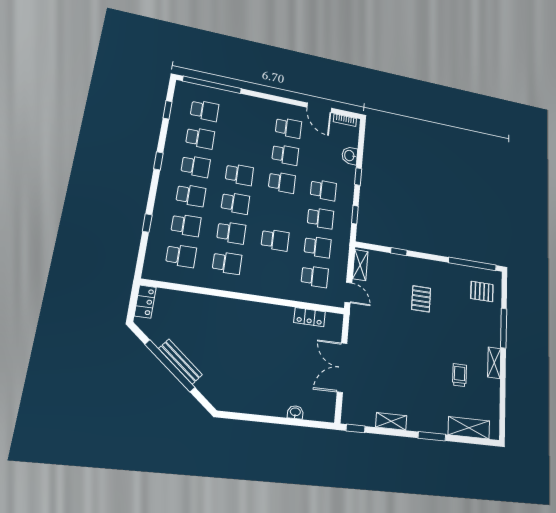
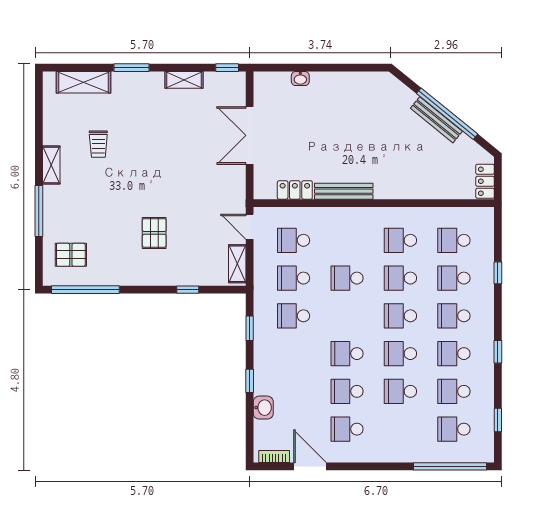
school desk: (323, 190) -> (400, 391), moved
bench: (269, 310) -> (344, 191), added
double door: (342, 367) -> (250, 135), swing flipped

